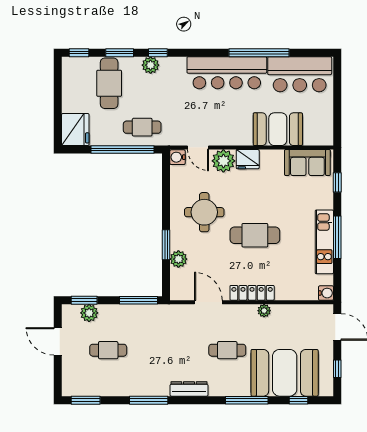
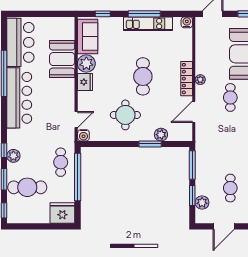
plant: (223, 161) -> (86, 64), moved
window: (84, 300) -> (192, 196), moved
plant: (264, 311) -> (200, 80), moved

